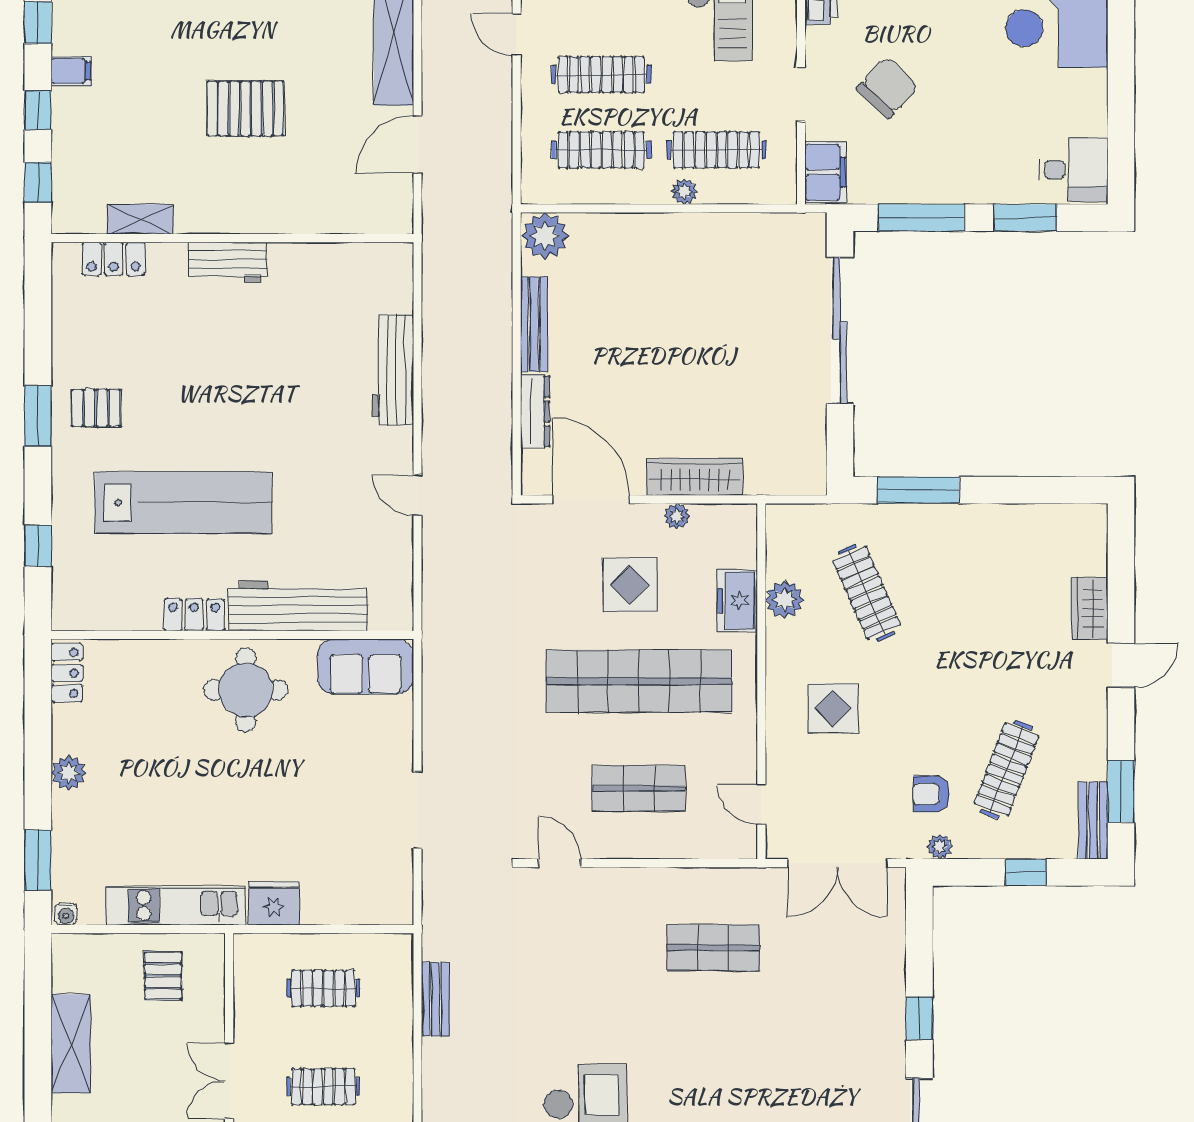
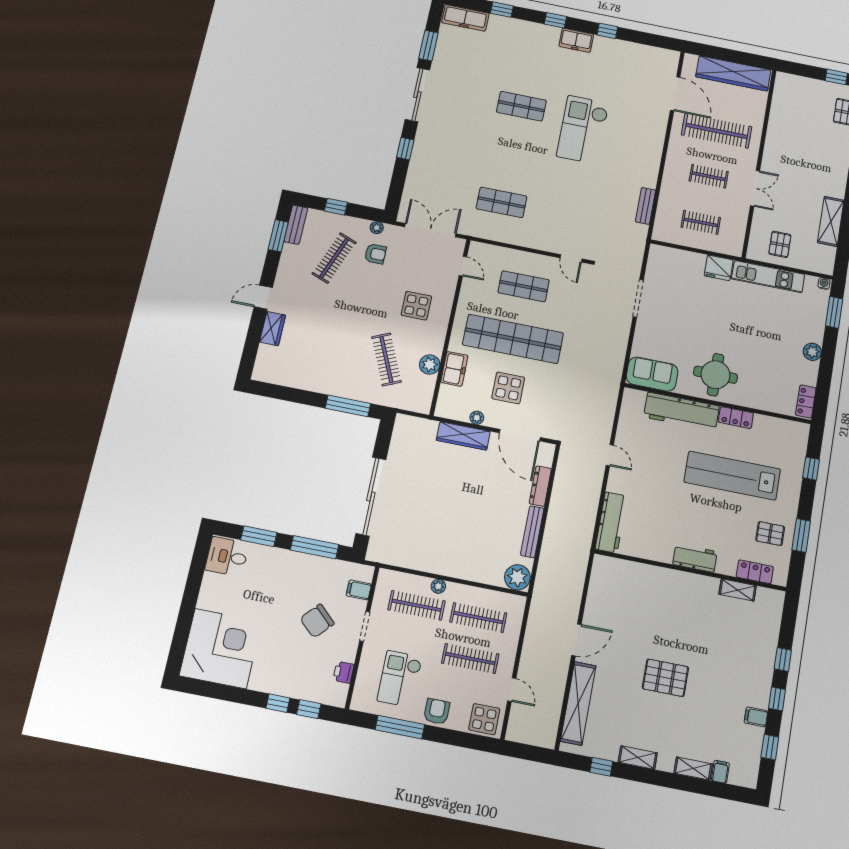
filing cabinet: (825, 172) -> (359, 590), width x0.50
shelving: (140, 219) -> (738, 590), moved
wall: (232, 238) -> (690, 570), moved
locker: (113, 259) -> (755, 572), moved
workbench: (228, 262) -> (695, 558), moved

